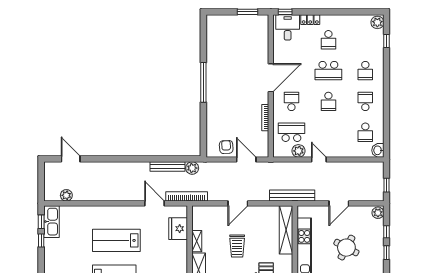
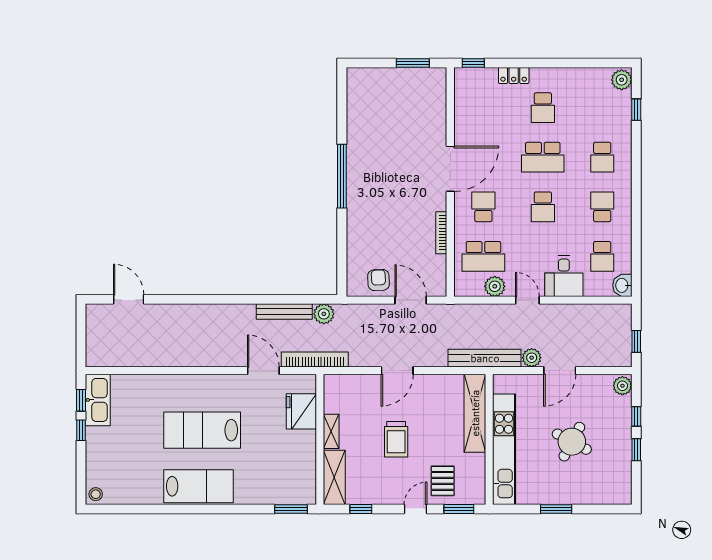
desk: (288, 27) -> (564, 276), moved, turned 180
school desk: (291, 132) -> (483, 256), turned 180
plant: (66, 195) -> (532, 358), moved

